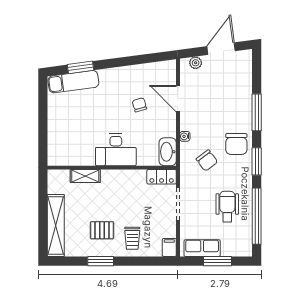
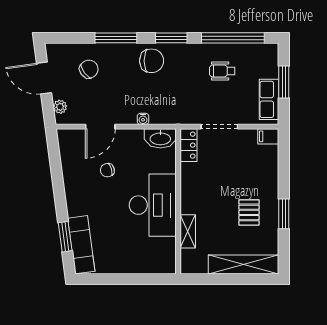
desk: (116, 150) -> (153, 205), width x1.36, depth x1.30
chair: (207, 161) -> (89, 69), moved
wheelchair: (227, 207) -> (222, 71), width x0.73, depth x0.73
trolley: (132, 238) -> (258, 178), removed

